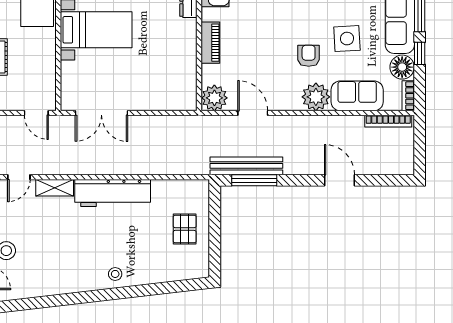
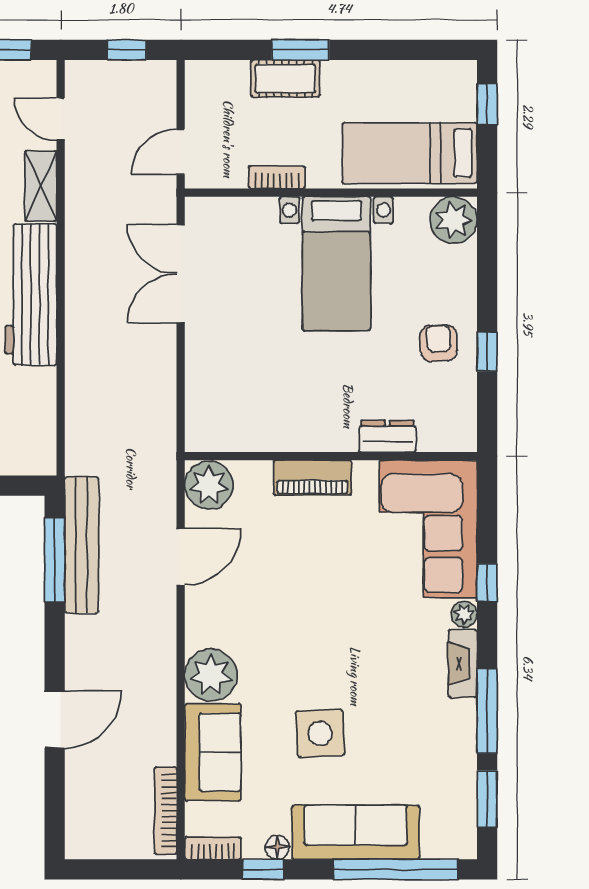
window: (420, 53) -> (263, 869), moved
armchair: (309, 56) -> (288, 661), removed
bookcase: (50, 62) -> (277, 177), added
floor lamp: (402, 67) -> (277, 847), width x0.53, depth x0.53

